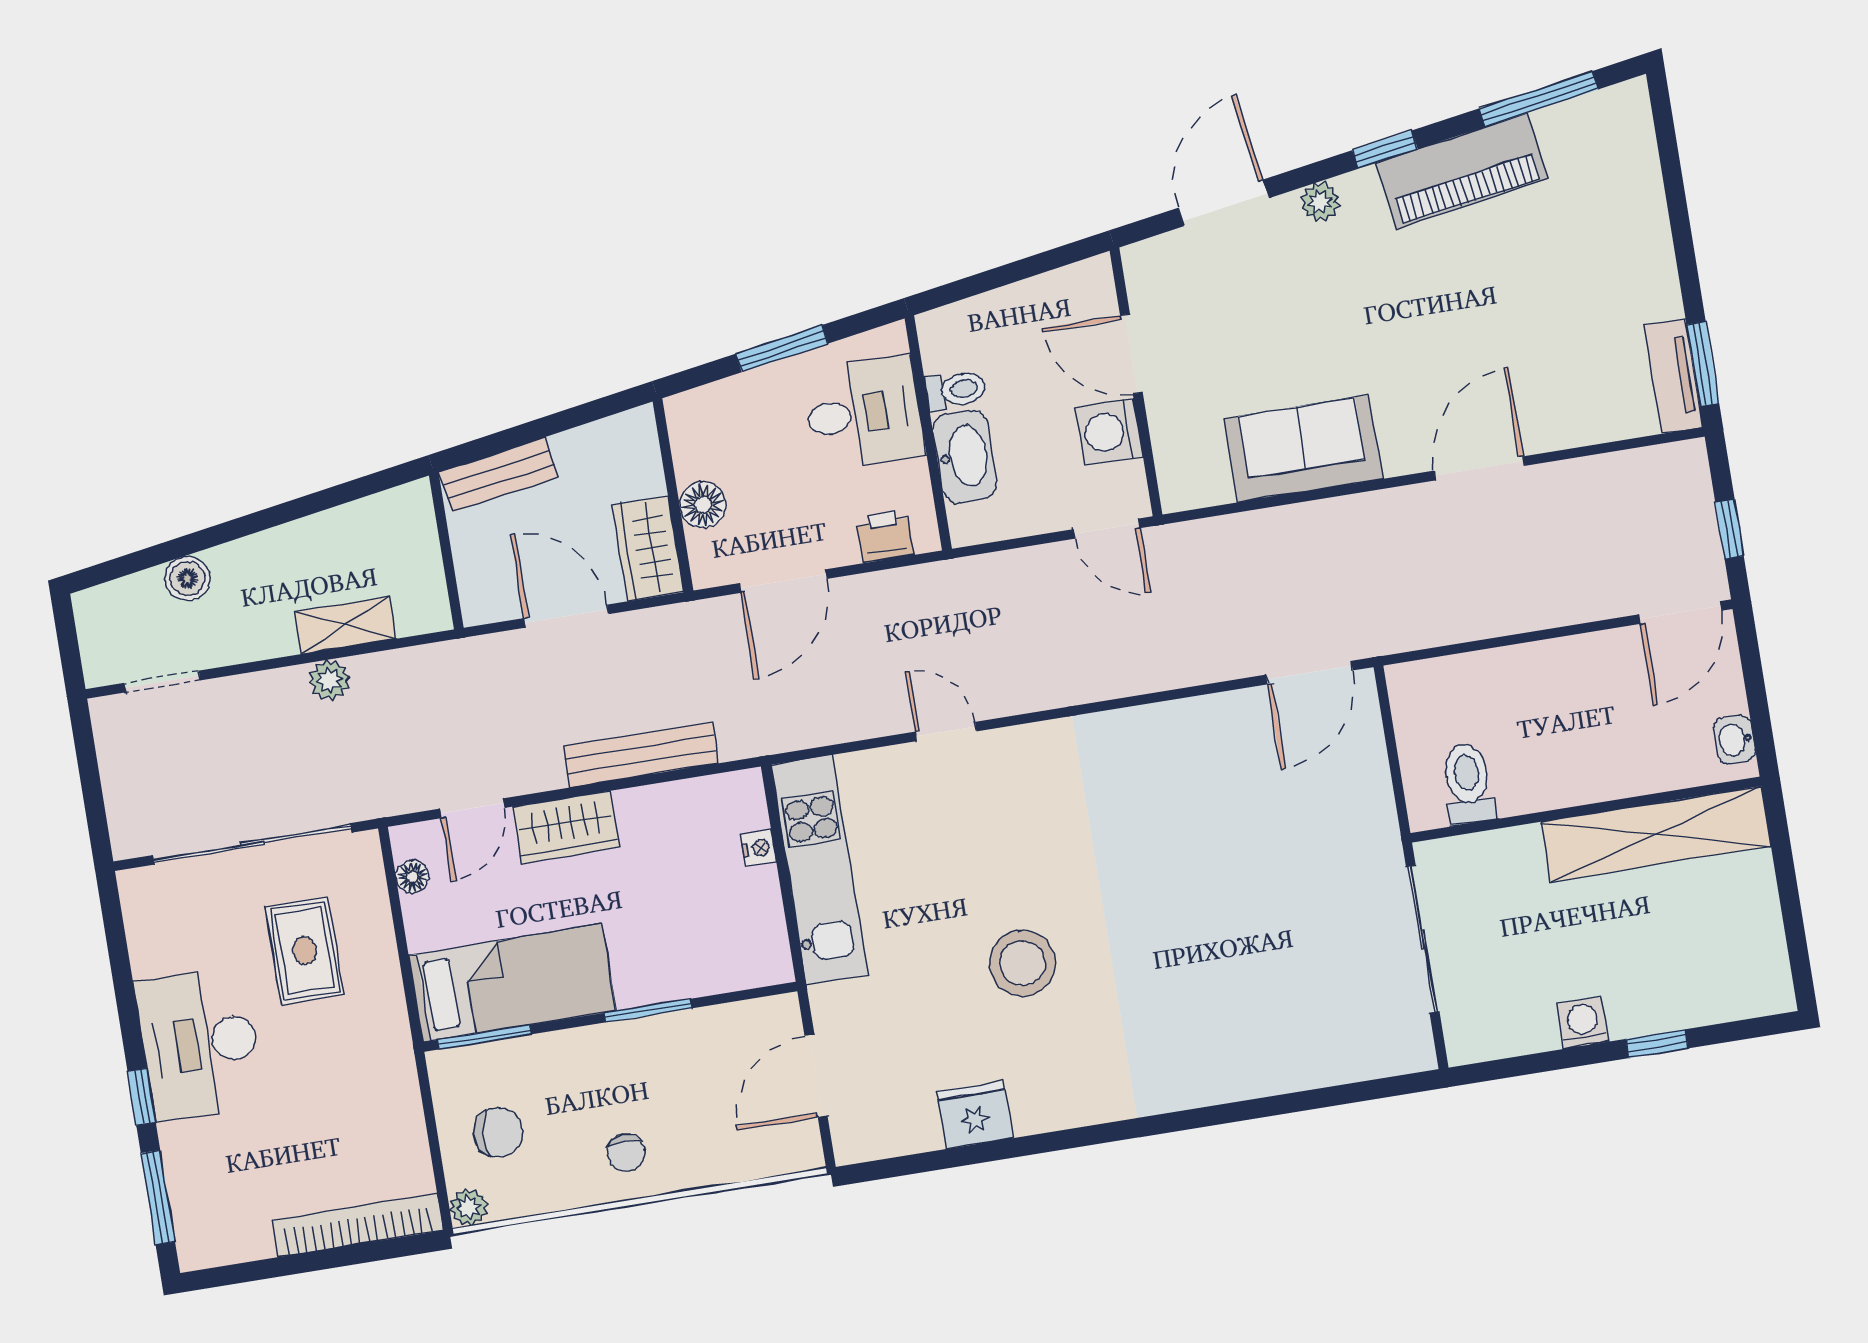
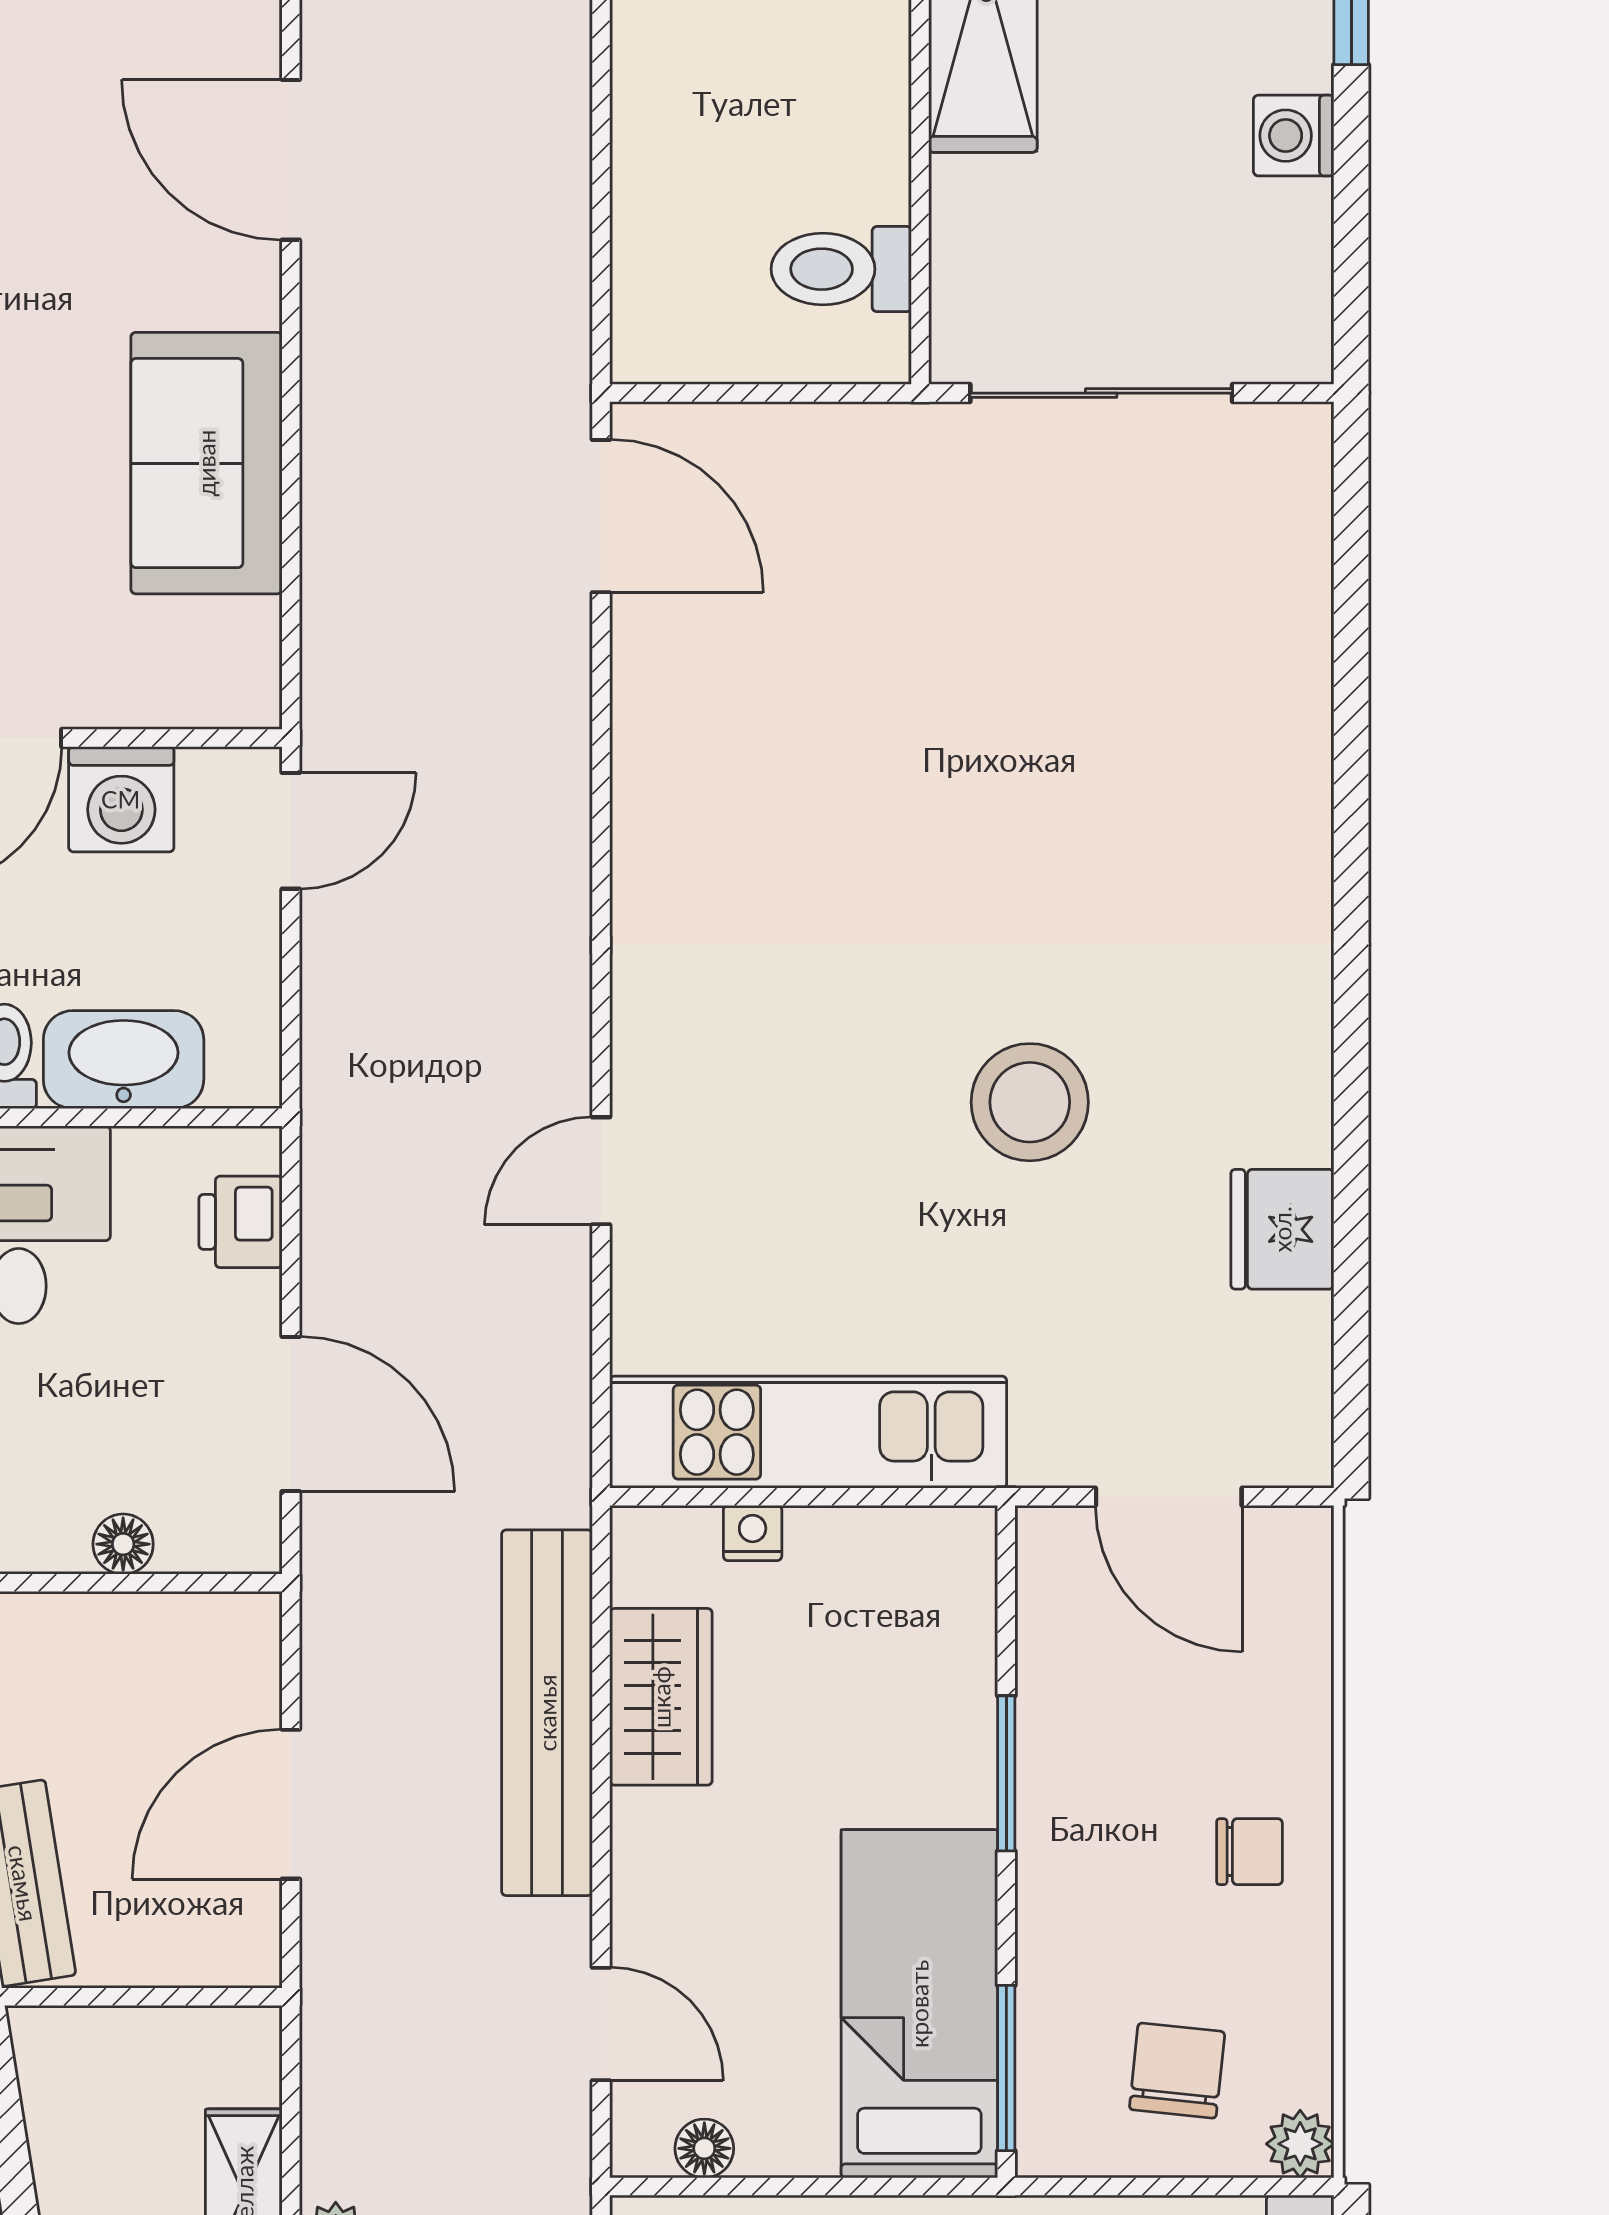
floor lamp: (703, 505) -> (123, 1544), width x0.73, depth x0.73
wardrobe: (648, 548) -> (195, 1642), removed
bench: (641, 755) -> (547, 1713), width x1.37, depth x1.21
wardrobe: (566, 827) -> (661, 1697), moved

